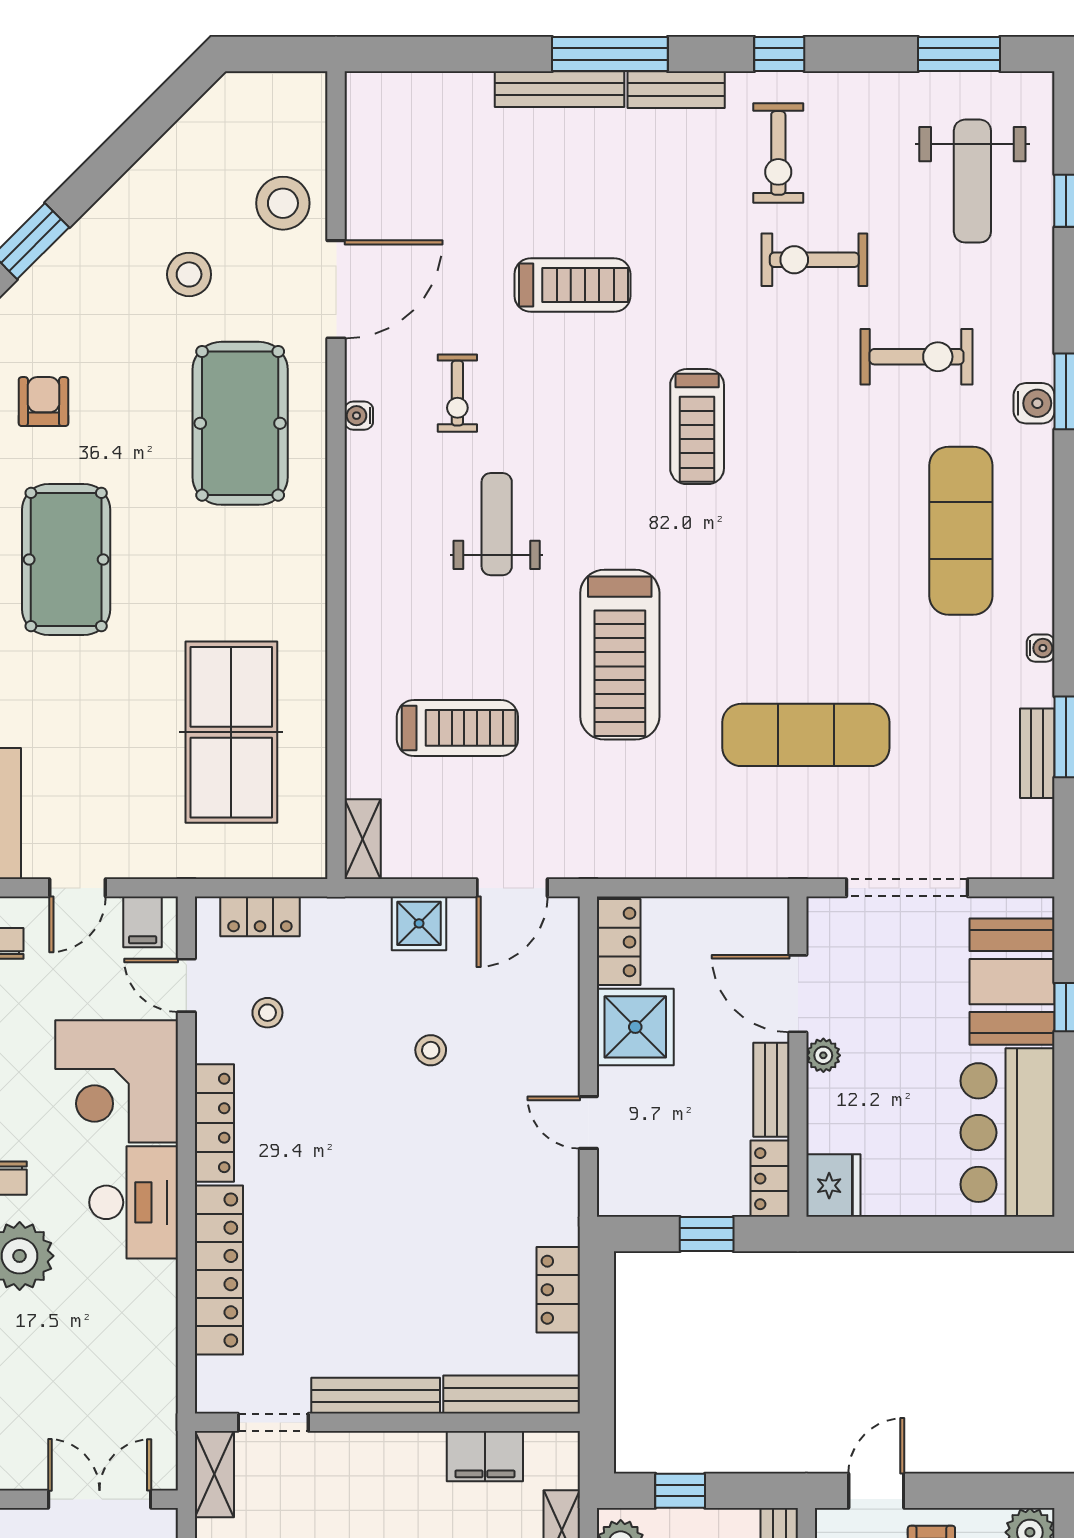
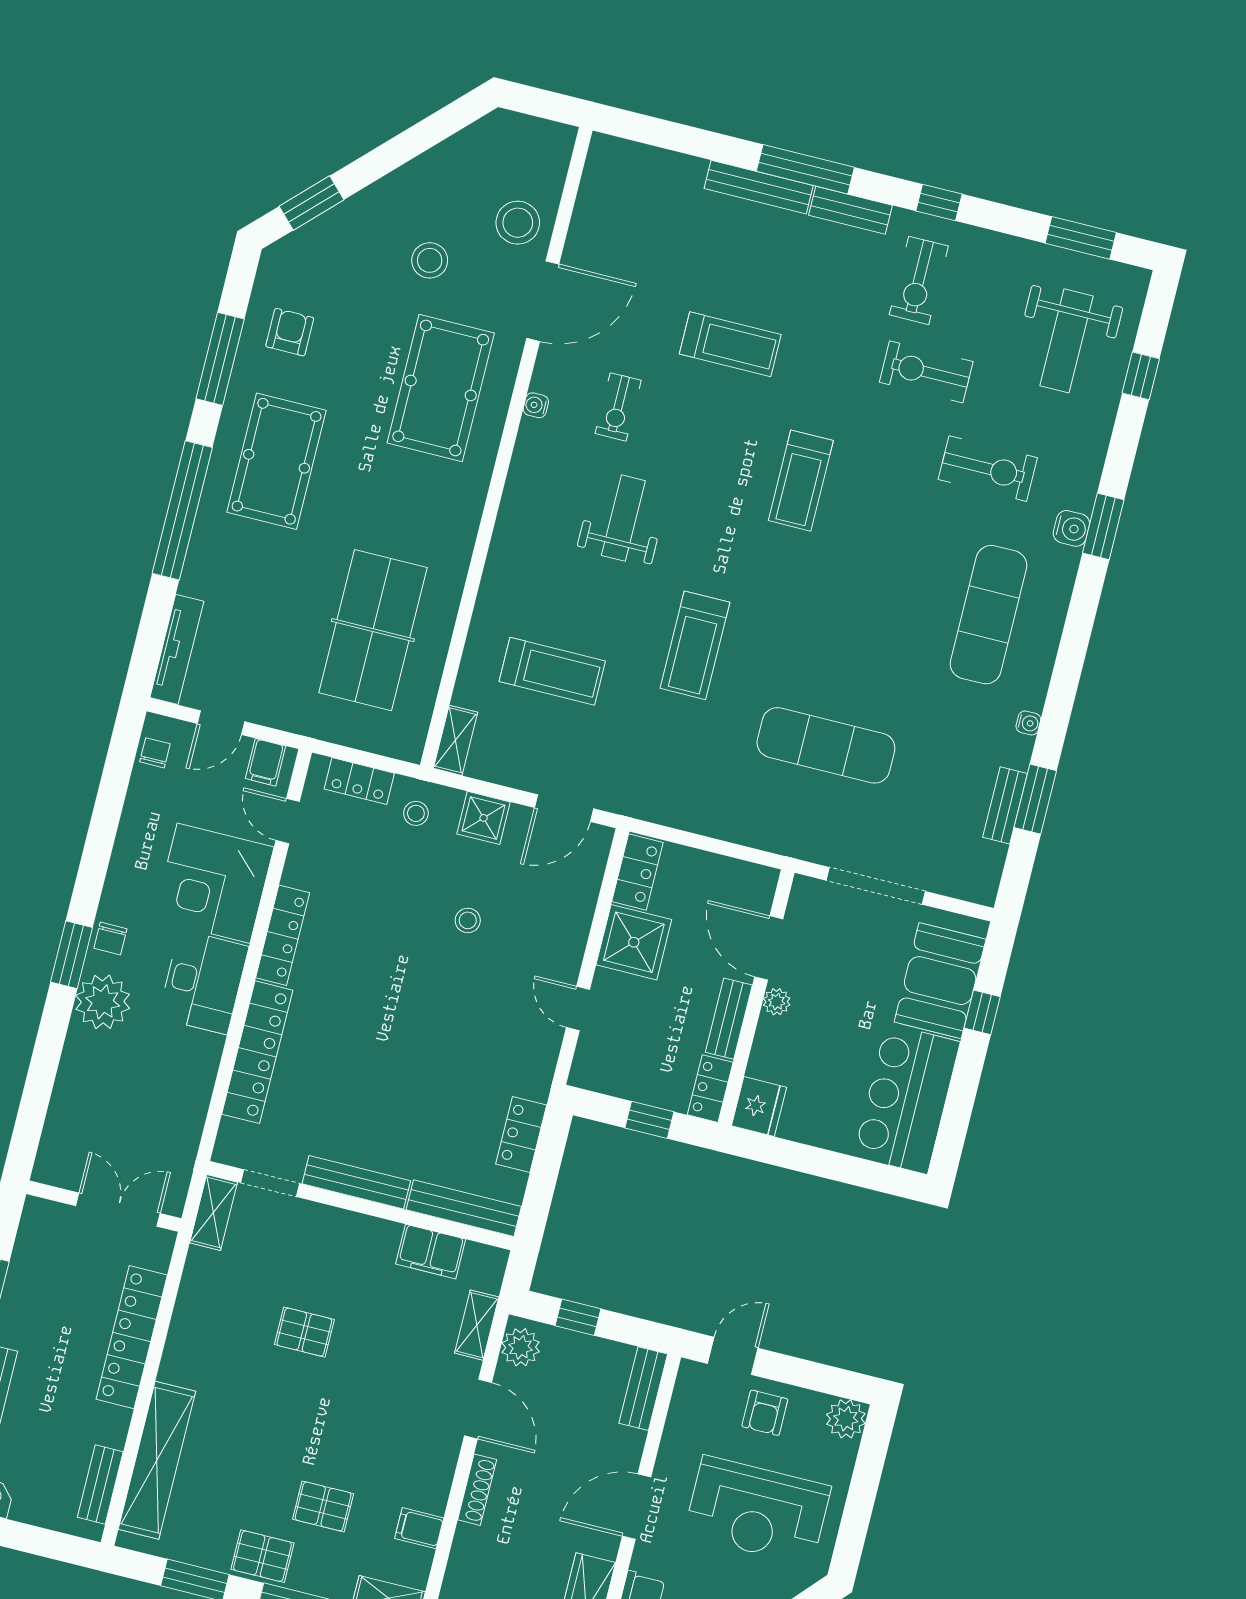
treadmill: (620, 655) -> (695, 645), width x0.73, depth x0.73
stool: (267, 1013) -> (416, 813), moved

